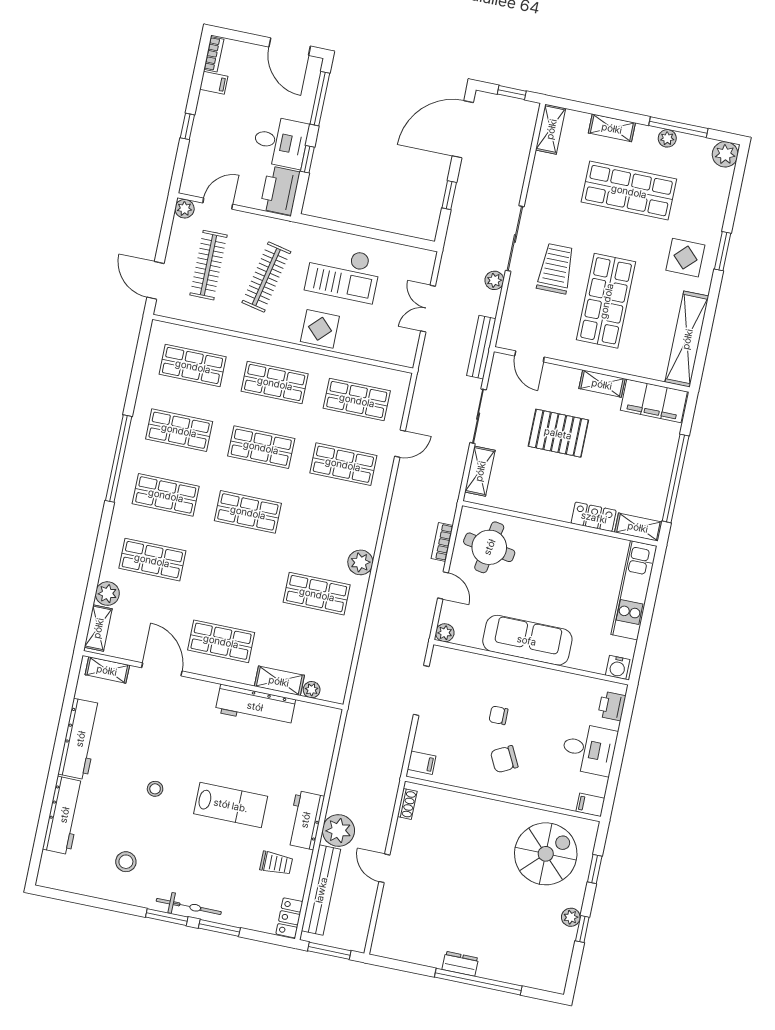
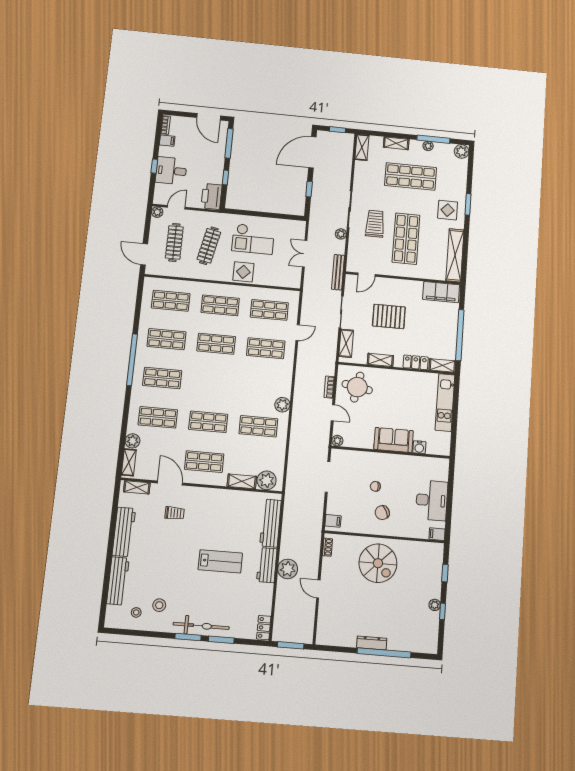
desk: (280, 142) -> (171, 171), moved, turned 180
door: (529, 356) -> (366, 275), hinge flipped
shelving: (602, 384) -> (380, 360), moved
shop shelf: (248, 512) -> (208, 422), moved
sofa: (527, 640) -> (394, 440), width x0.73
water cooler: (618, 667) -> (419, 447), moved
plant: (312, 690) -> (267, 480), width x1.88, depth x1.88
workbench: (255, 706) -> (271, 523), moved, turned 90
printer: (612, 706) -> (442, 473), removed
desk: (589, 749) -> (432, 500), width x1.37
stool: (155, 789) -> (136, 612), moved
spiral stairs: (546, 854) -> (378, 563), moved, turned 90
trolley: (276, 863) -> (175, 513), moved
bench: (321, 890) -> (281, 608), removed
bicycle: (189, 906) -> (201, 626), width x1.37, depth x1.40
dresser: (460, 964) -> (372, 643), width x1.44

